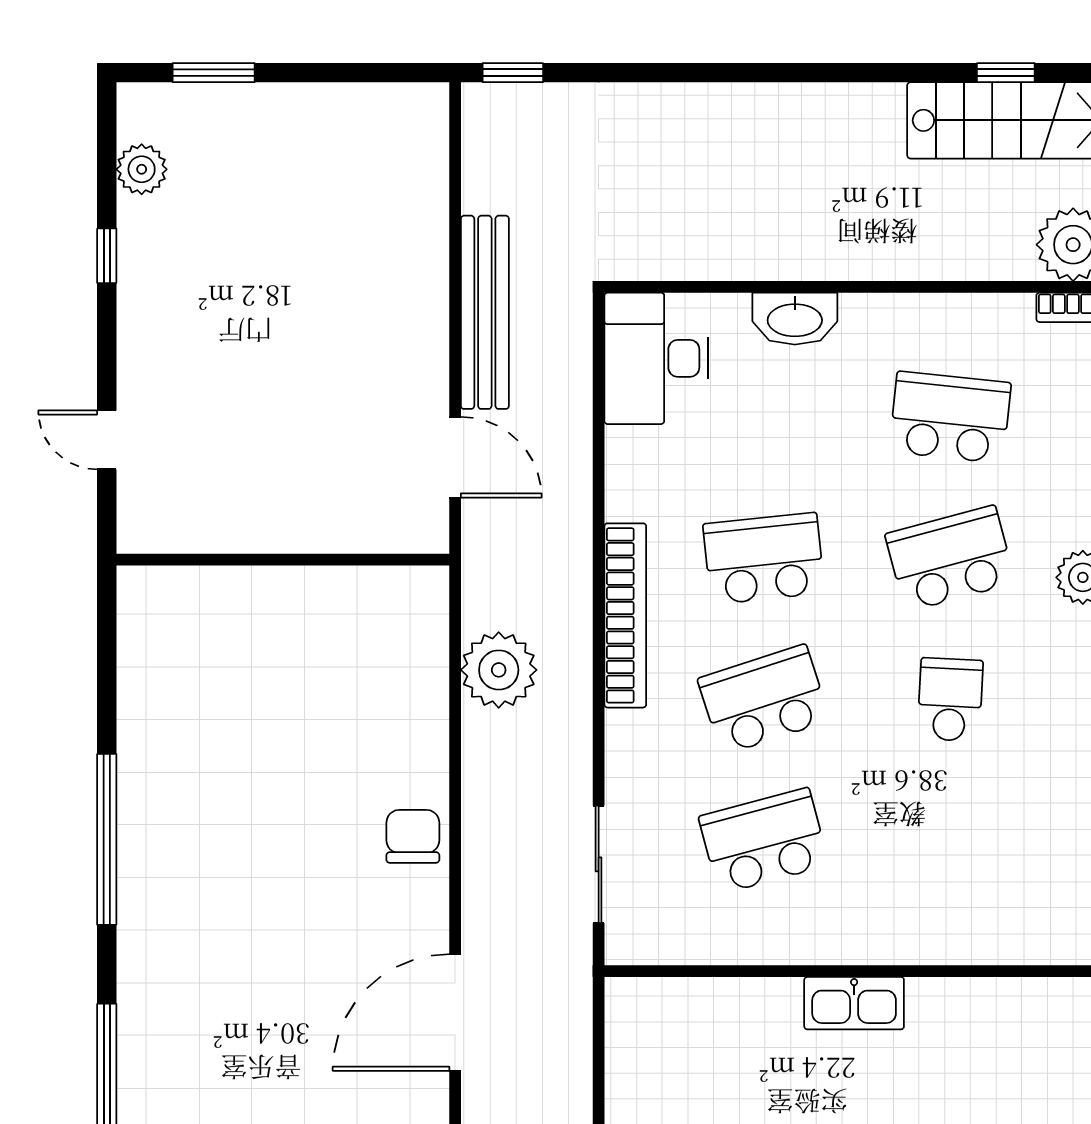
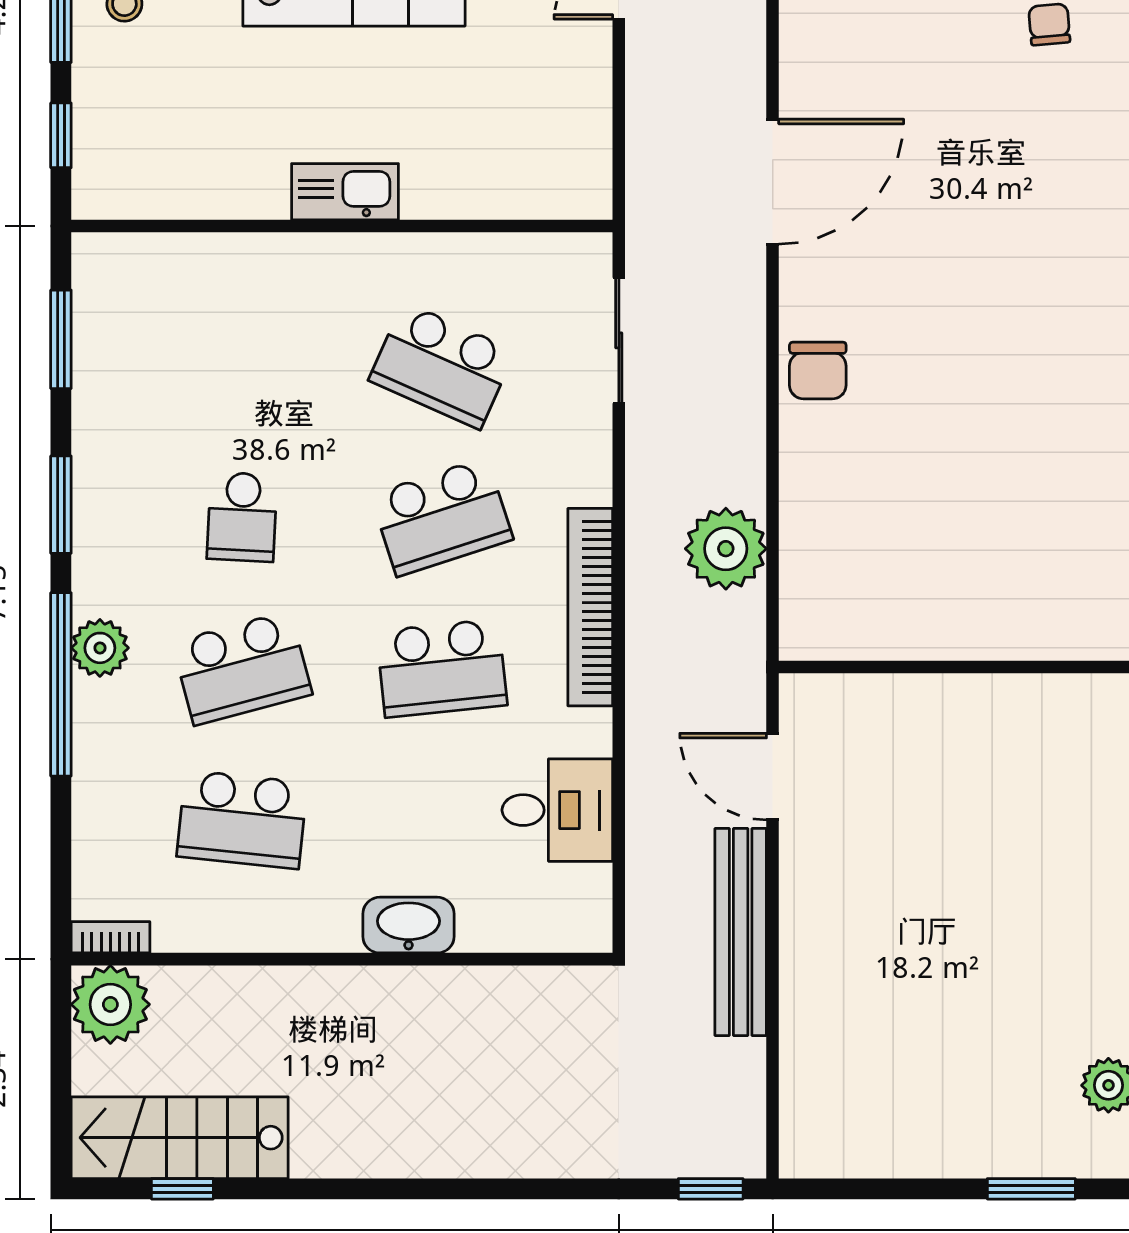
desk: (656, 358) -> (557, 810), moved, width x0.73
school desk: (764, 841) -> (442, 366), turned 39

